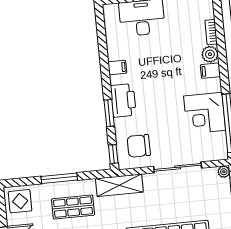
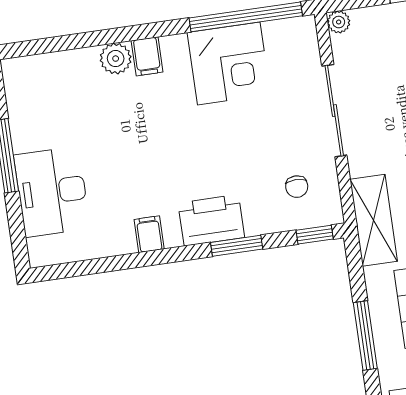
bookcase: (211, 32) -> (73, 58), removed
chair: (139, 146) -> (297, 187), width x0.54, depth x0.54

